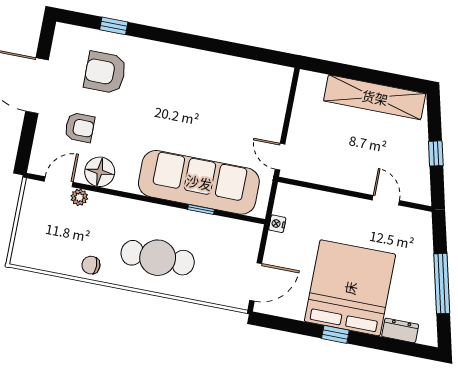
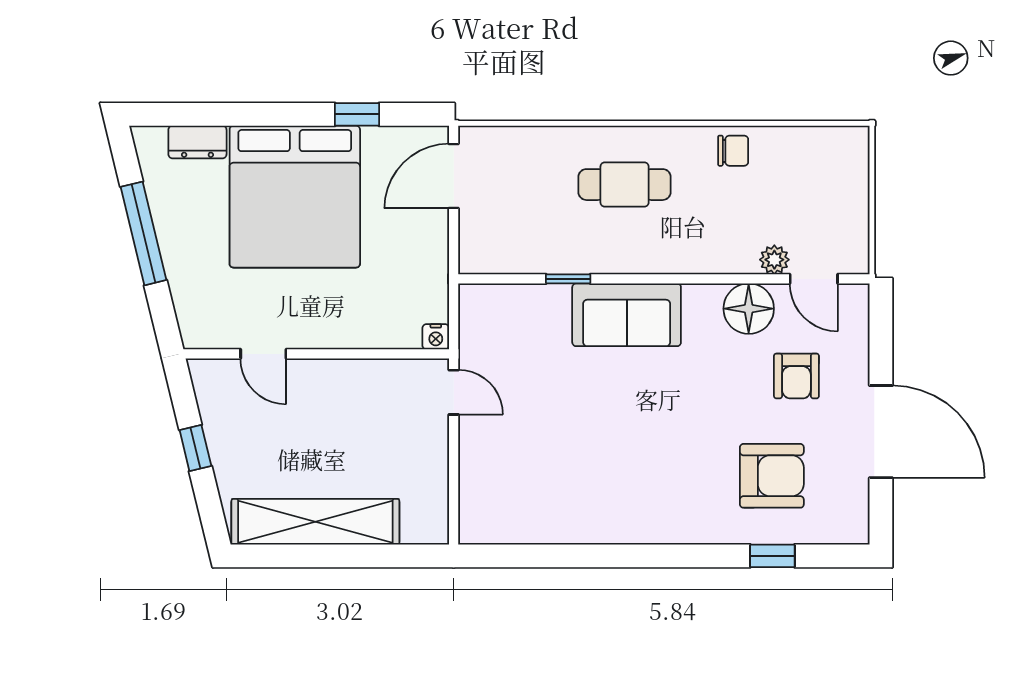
armchair: (80, 127) -> (796, 376), turned -90
door: (59, 182) -> (814, 279), hinge flipped
sofa: (199, 182) -> (627, 315), width x0.54, depth x0.79
nightstand: (277, 224) -> (436, 337), moved, turned 90
cafe table: (158, 258) -> (625, 185), width x0.73, depth x0.74
window: (335, 334) -> (357, 114), moved

